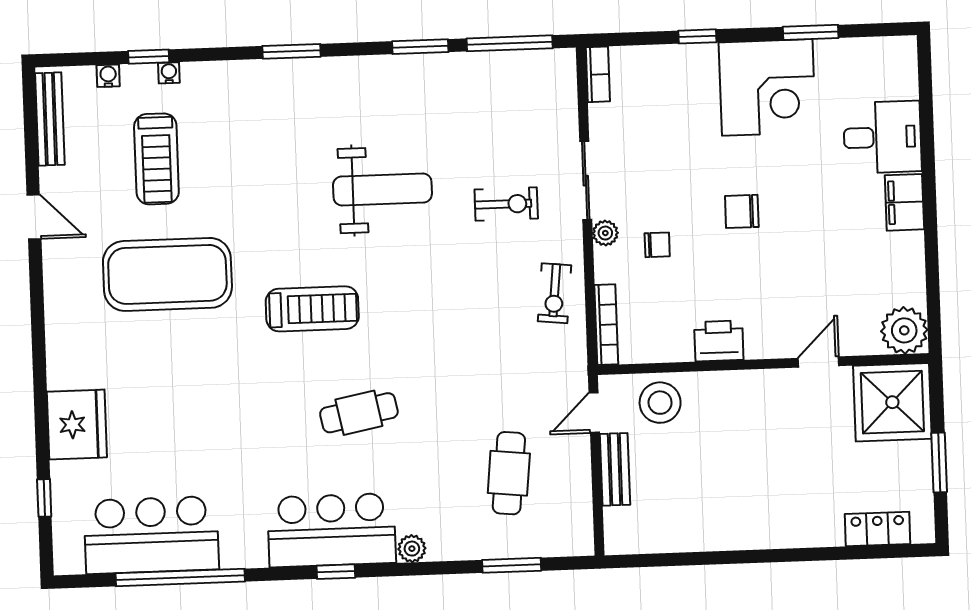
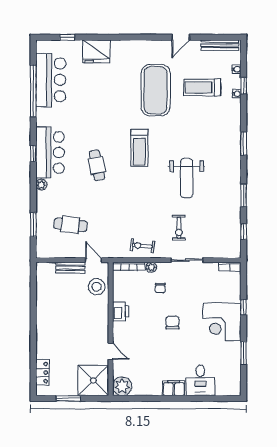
window: (510, 43) -> (244, 231), width x0.46
corner desk: (767, 87) -> (222, 322), moved
plant: (605, 233) -> (151, 267), moved

